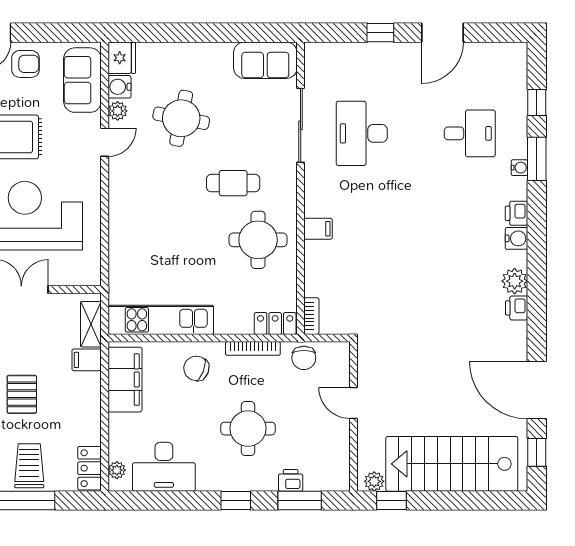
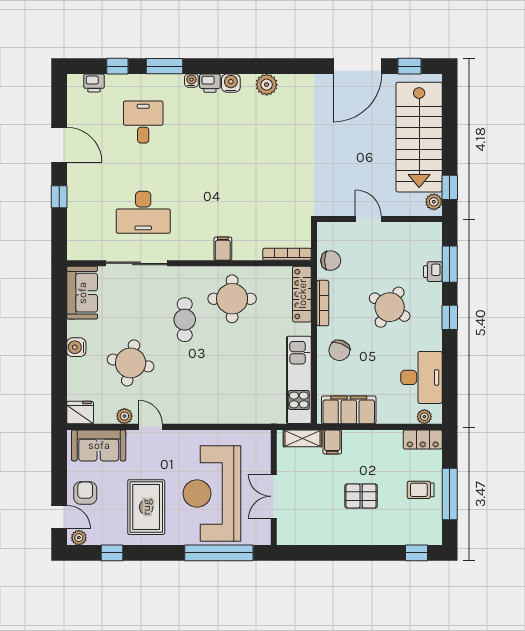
water cooler: (119, 87) -> (76, 347), moved, turned 90
water cooler: (519, 168) -> (191, 81), moved
printer: (517, 308) -> (94, 83), moved
bookcase: (311, 316) -> (287, 254), width x1.56
locker: (275, 324) -> (302, 294), width x1.53
door: (354, 403) -> (368, 219), swing flipped
round table: (248, 429) -> (390, 307), turned 31
trolley: (29, 466) -> (421, 490), width x0.73, depth x0.72

